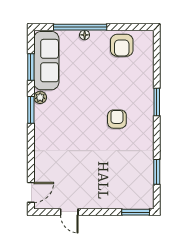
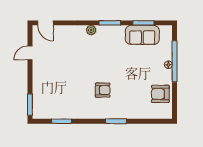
sofa: (46, 61) -> (142, 35), width x0.73
plant: (40, 97) -> (91, 30), moved

